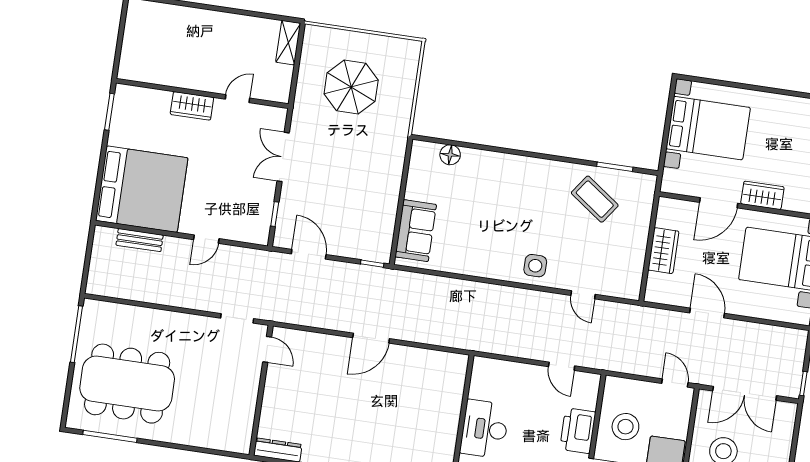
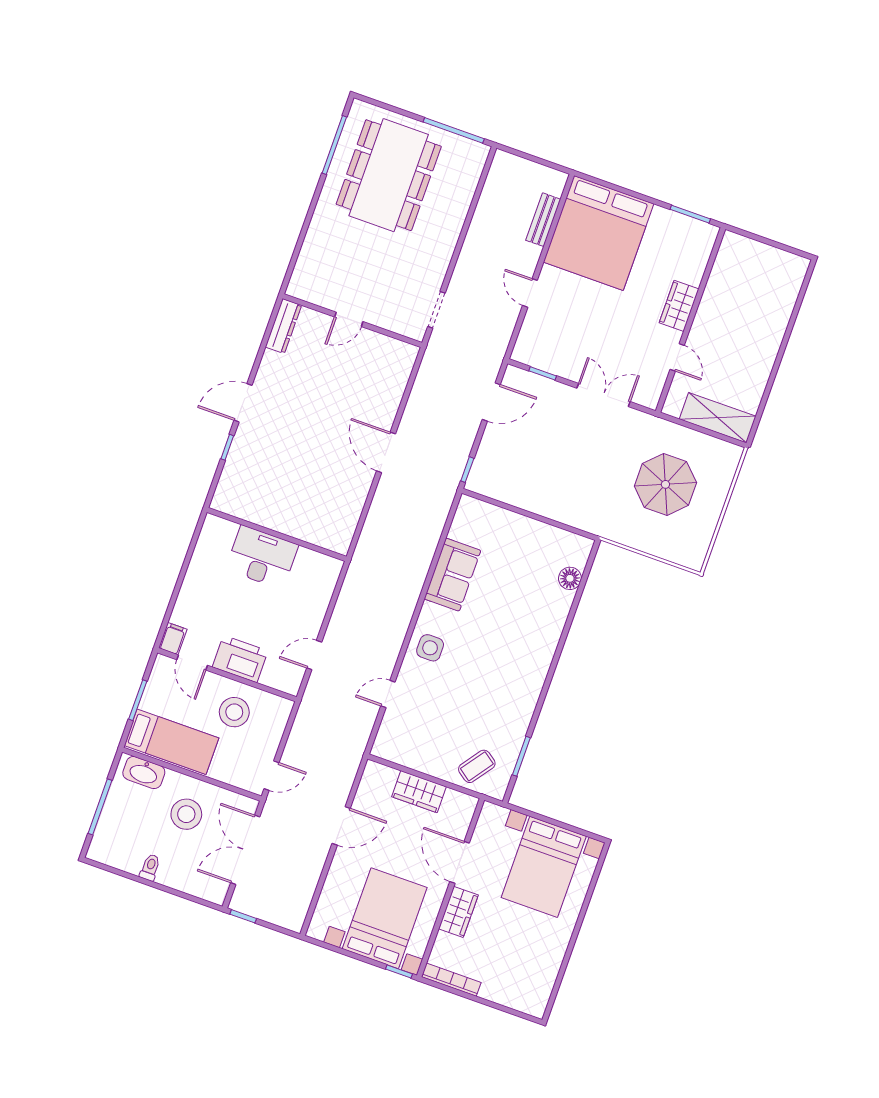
shelving: (288, 43) -> (718, 418), width x1.50, depth x1.33
coffee table: (595, 199) -> (477, 766), moved, width x0.73, depth x0.77
sofa: (416, 231) -> (452, 575), moved, turned -90
door: (267, 349) -> (349, 319), moved

